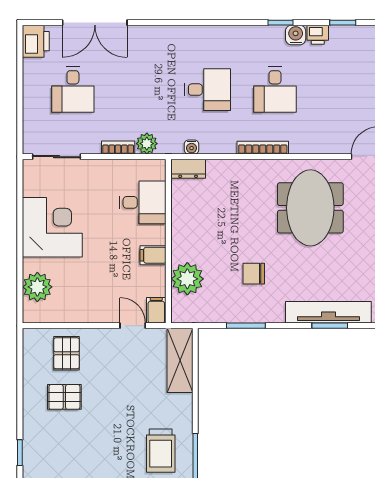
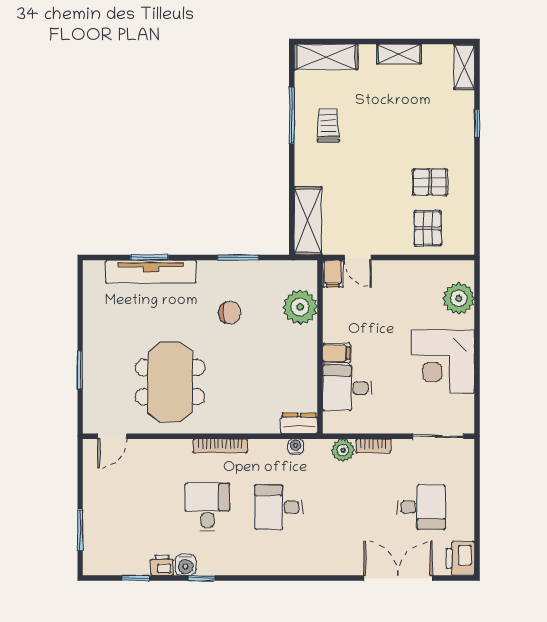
desk: (73, 90) -> (421, 507), turned 90
filing cabinet: (153, 255) -> (336, 353), moved
trolley: (161, 451) -> (328, 125), width x0.73, depth x0.72

